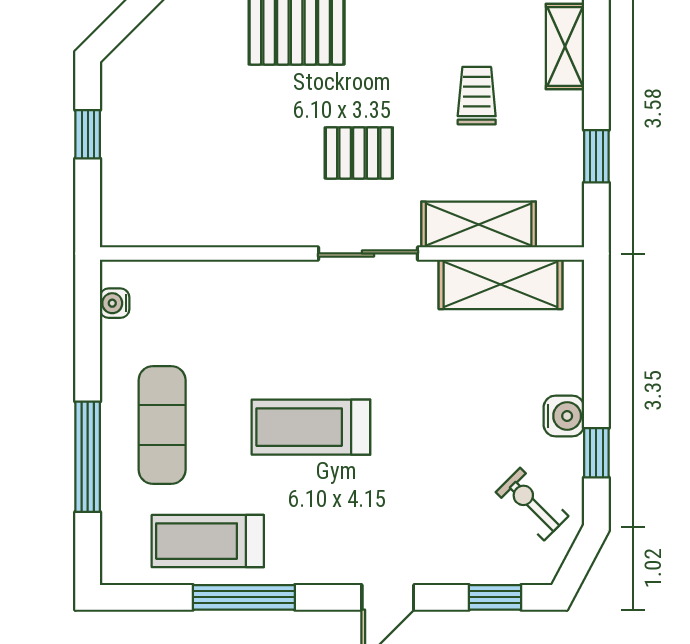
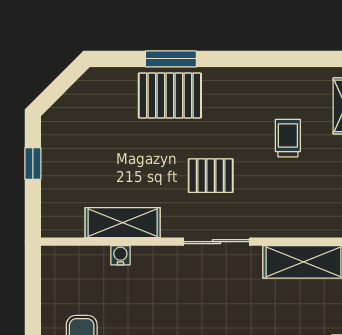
shelving: (479, 224) -> (123, 223), moved
water cooler: (115, 303) -> (120, 255), moved, turned 90

